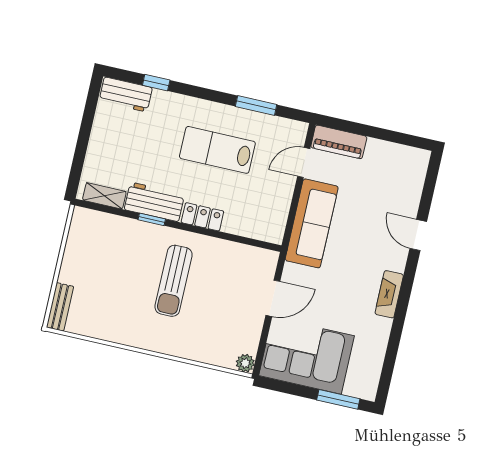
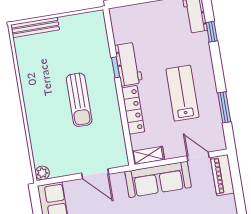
shelving: (104, 196) -> (148, 155), moved, turned 90
locker: (202, 217) -> (133, 110), width x1.53
sun lounger: (174, 281) -> (79, 100), turned -90
bench: (60, 307) -> (35, 27), width x1.36

